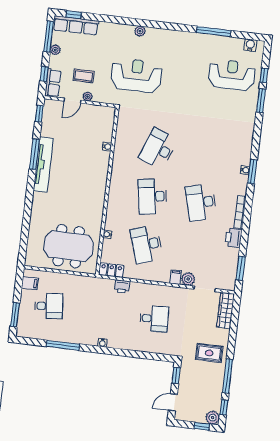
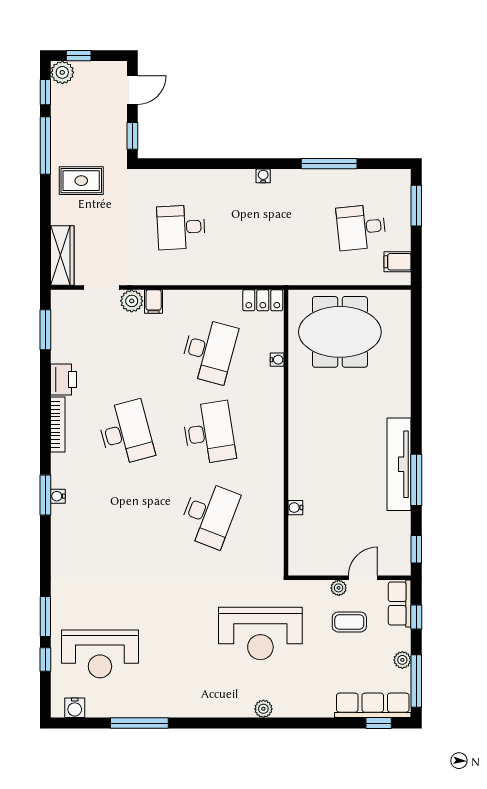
desk: (147, 244) -> (209, 351), turned 33
printer: (122, 286) -> (242, 275), removed

